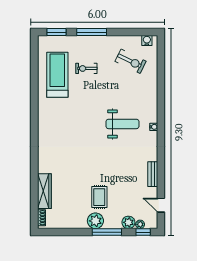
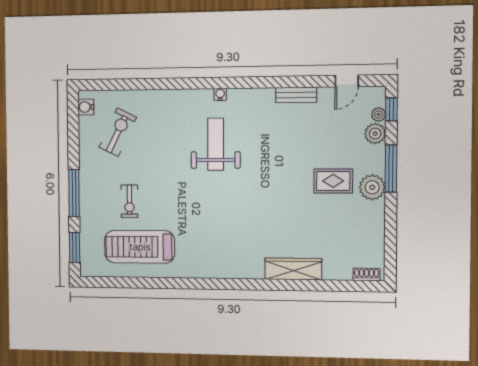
wardrobe: (44, 191) -> (293, 269), moved

